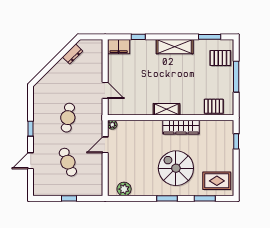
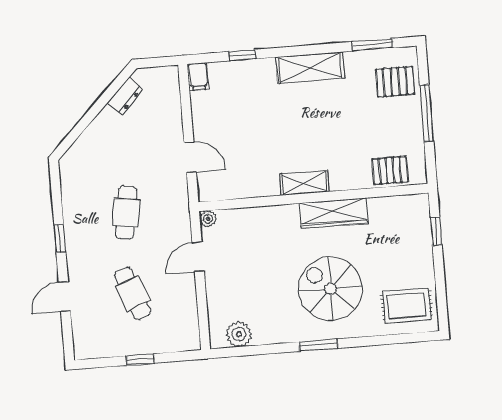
filing cabinet: (119, 47) -> (198, 77), width x0.50
window: (205, 198) -> (387, 340), removed

